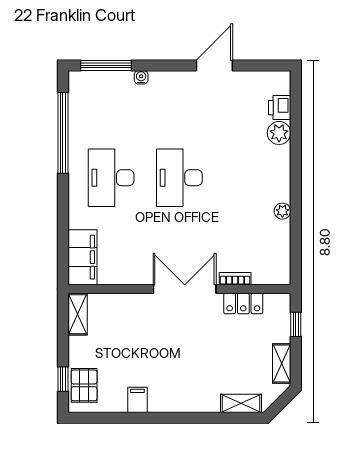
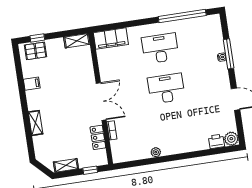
window: (106, 65) -> (229, 54), moved
plant: (279, 133) -> (231, 139), moved
shelving: (241, 403) -> (36, 123), moved

